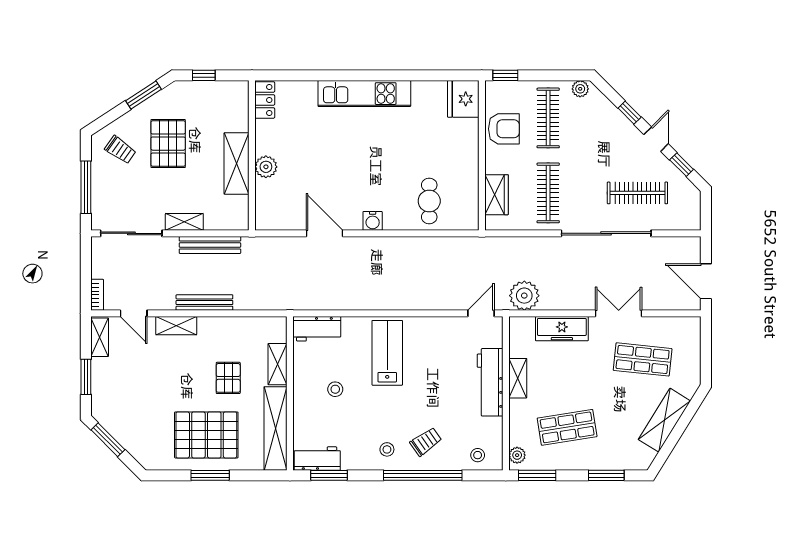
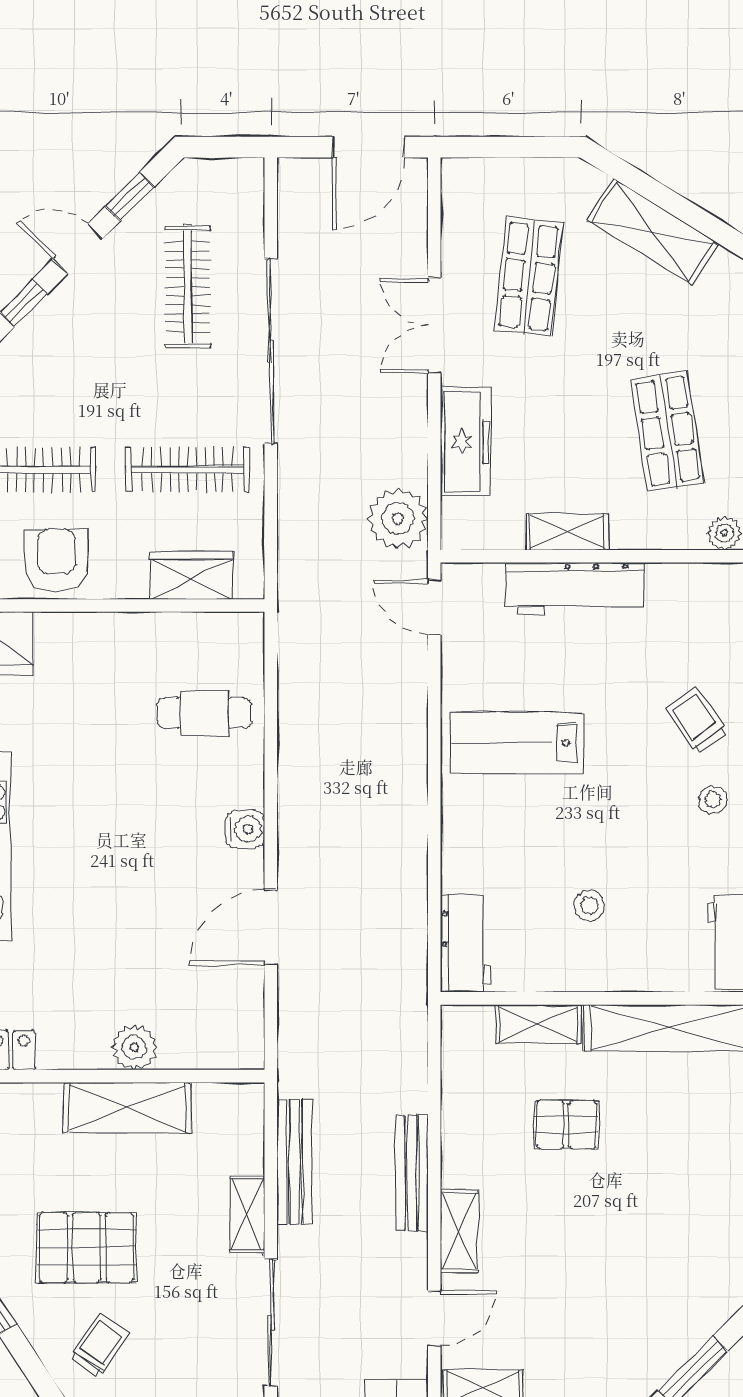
lab bench: (387, 353) -> (516, 743), moved
pallet: (206, 435) -> (683, 1169), removed
stool: (478, 455) -> (724, 614), removed

